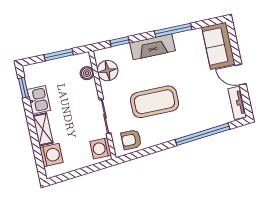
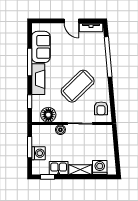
sofa: (218, 46) -> (41, 47), moved, turned -90
boiler: (87, 73) -> (60, 130), moved
door: (241, 75) -> (71, 21), hinge flipped
coffee table: (154, 102) -> (78, 86), turned 46
washing machine: (101, 148) -> (38, 153), moved, turned -90

